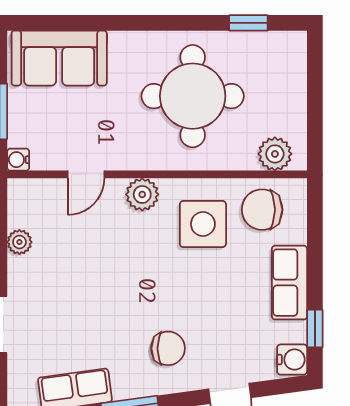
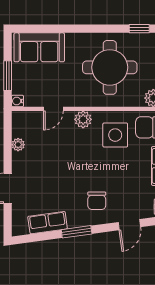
chair: (168, 348) -> (97, 201), turned 90

